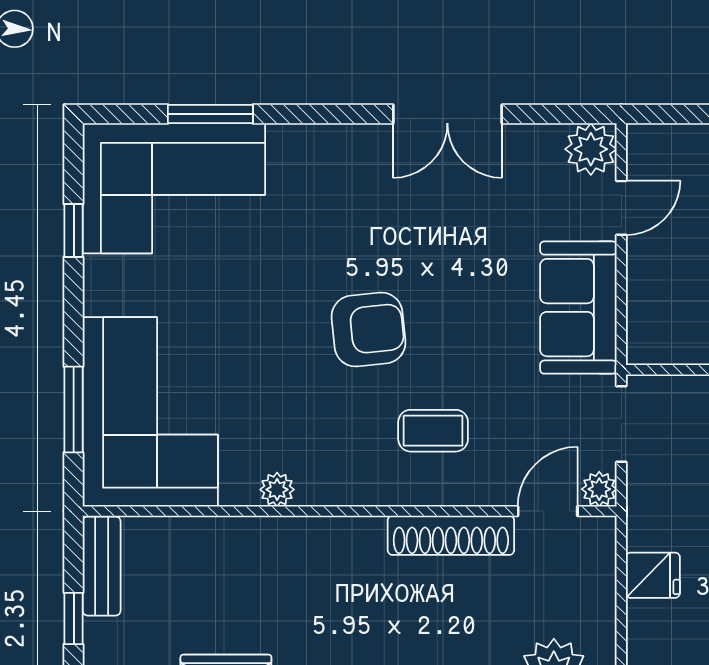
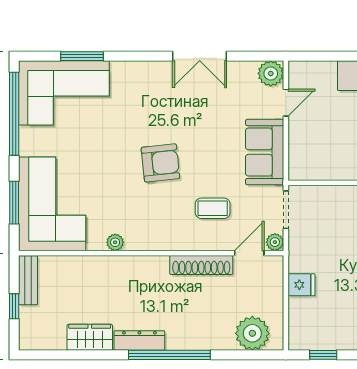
window: (74, 230) -> (14, 114), width x3.17
coffee table: (433, 431) -> (213, 208), moved

